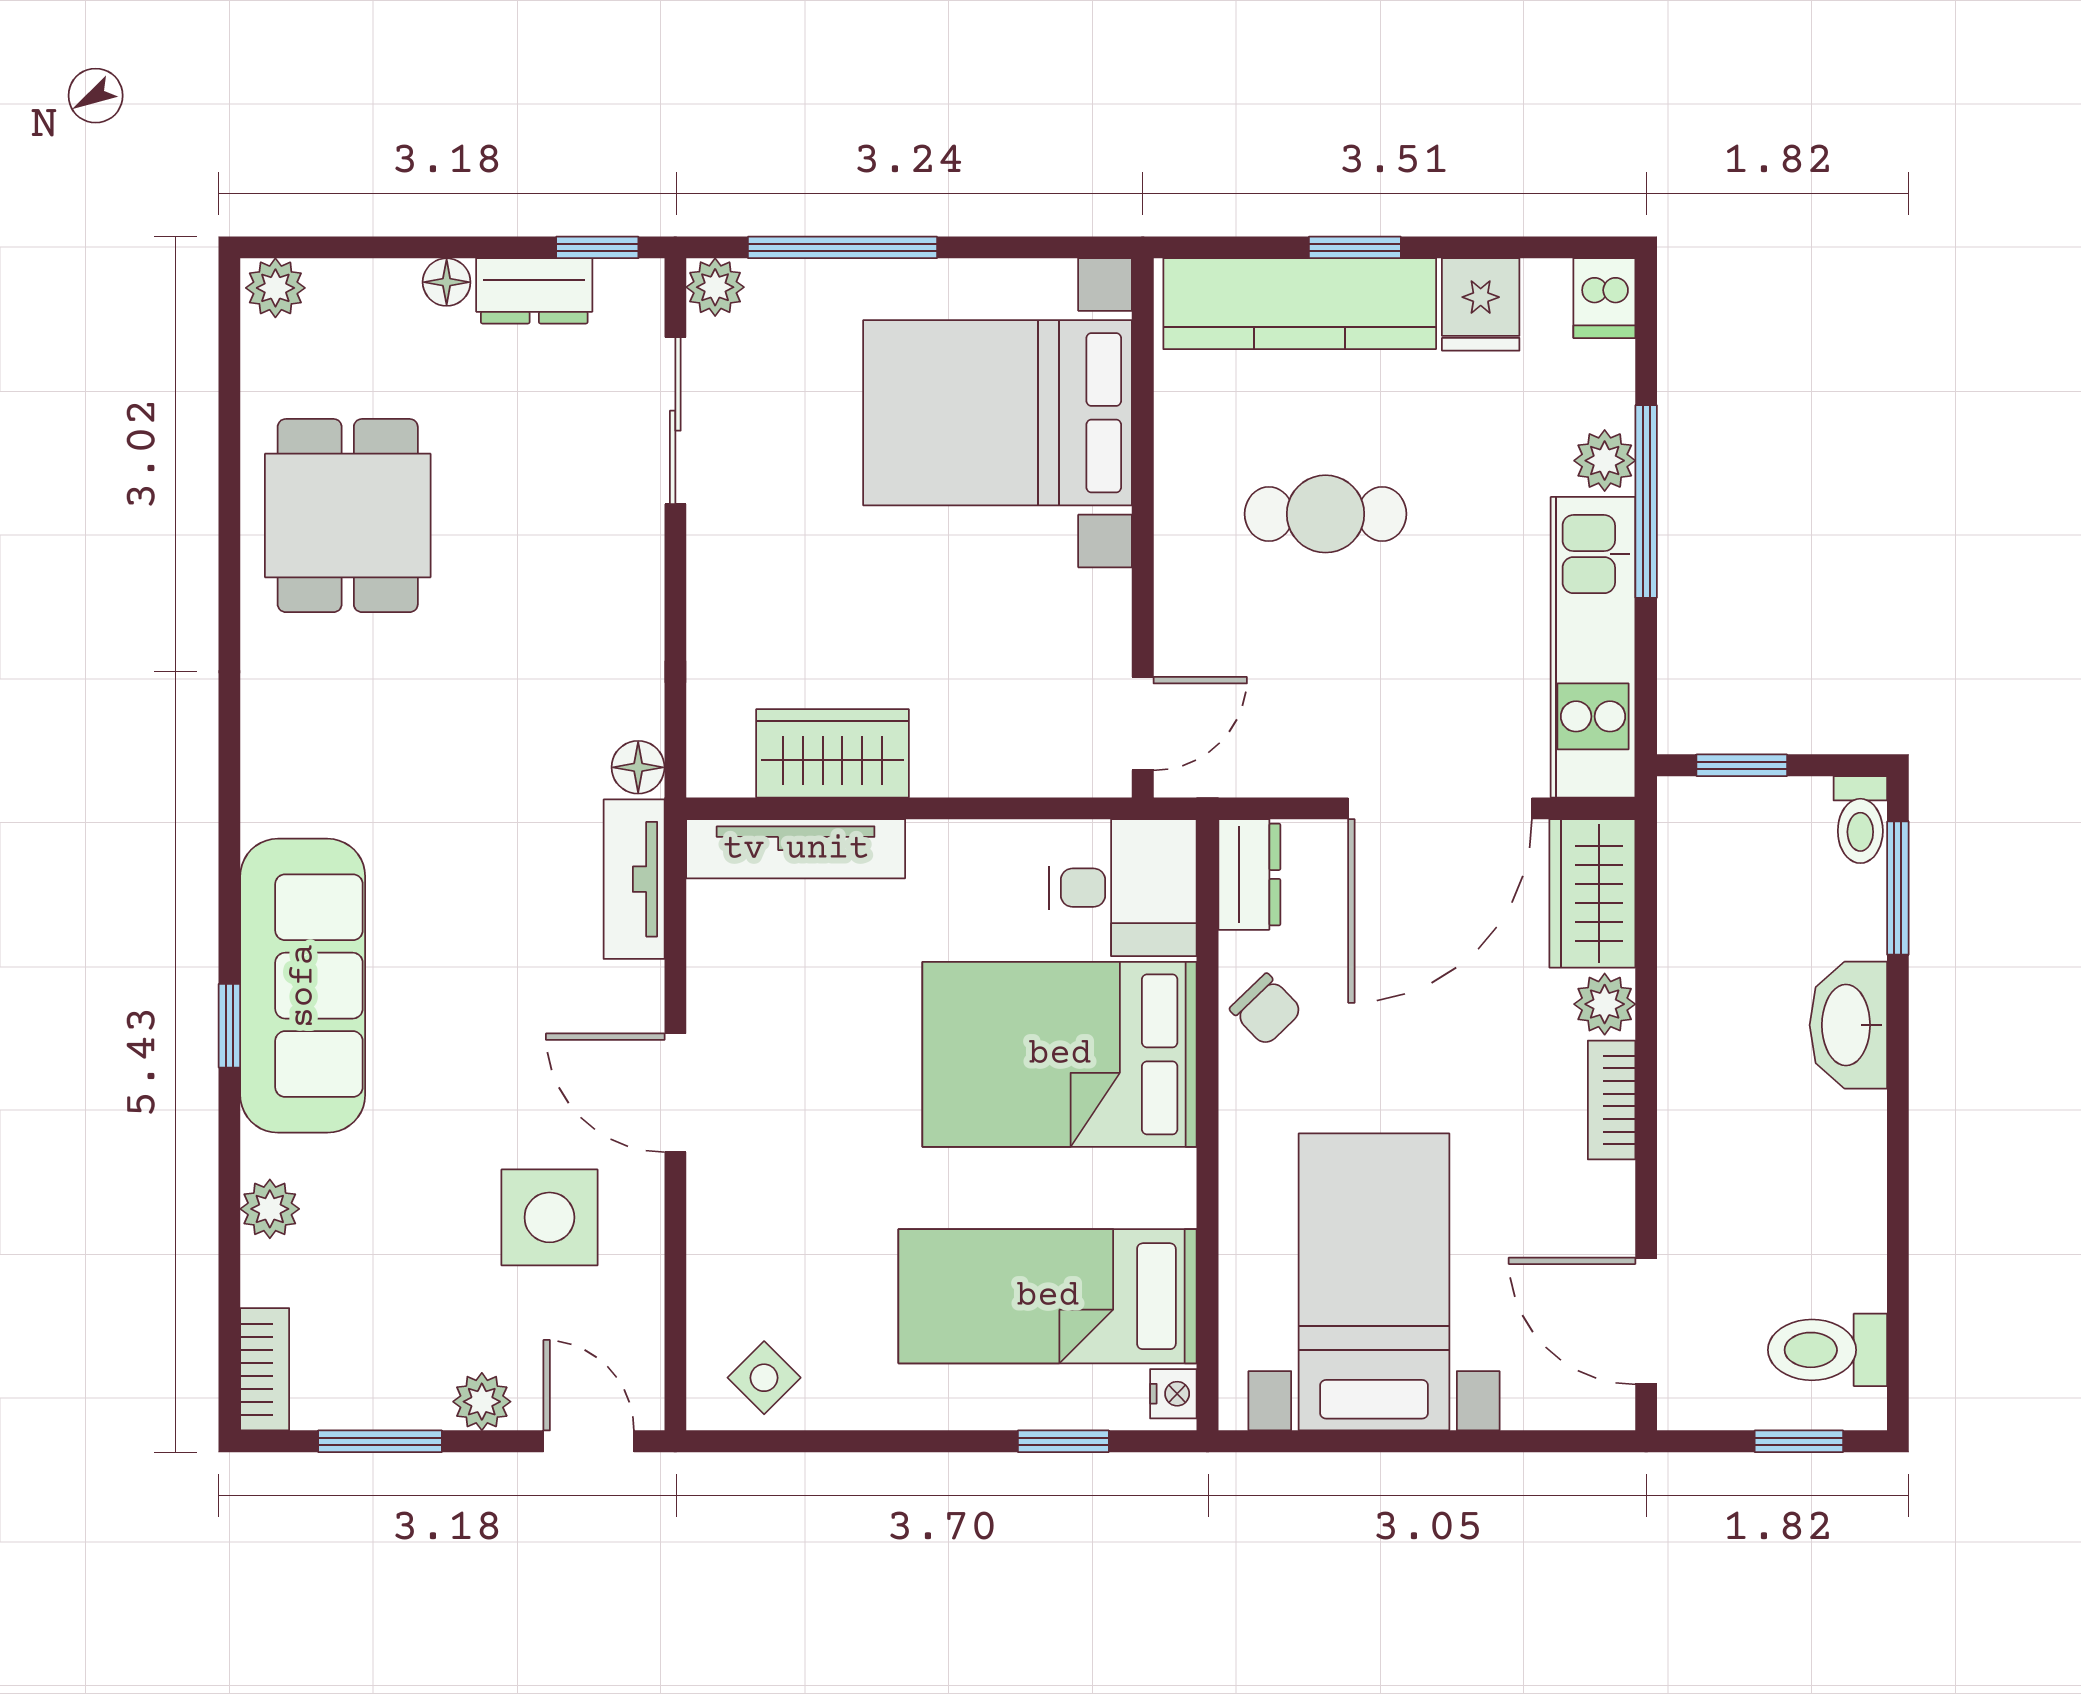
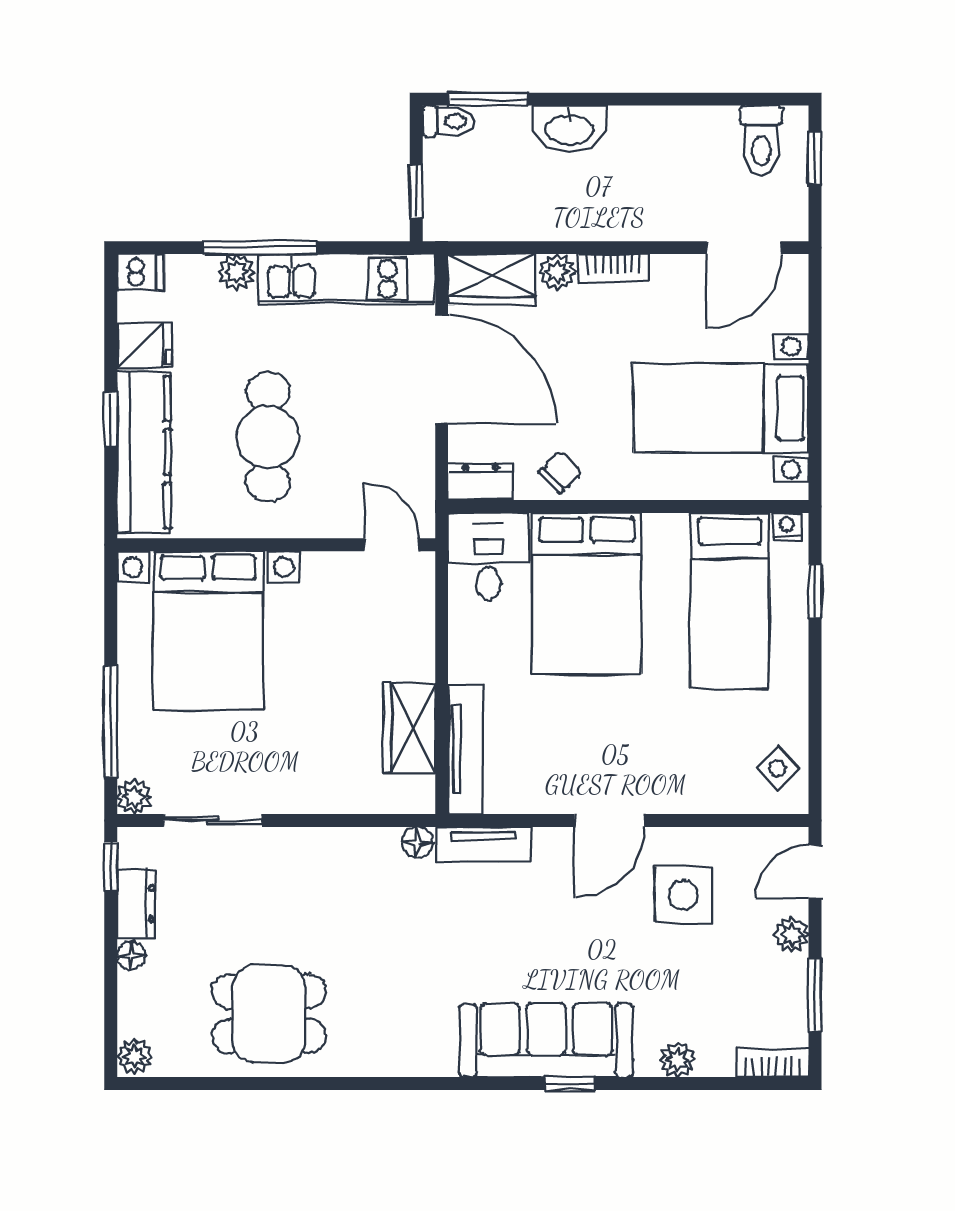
cafe table: (1325, 514) -> (268, 437), width x1.37, depth x1.35

